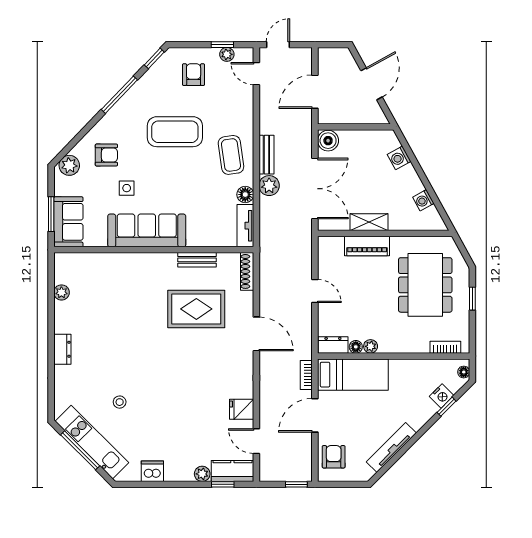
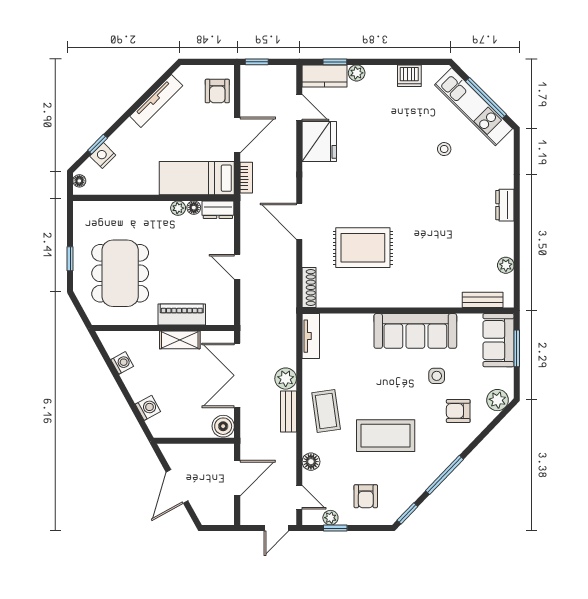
floor lamp: (245, 195) -> (311, 462), moved
bench: (197, 260) -> (483, 300), moved
bookcase: (445, 347) -> (99, 207), removed
fridge: (242, 409) -> (319, 141), width x1.88, depth x1.34

